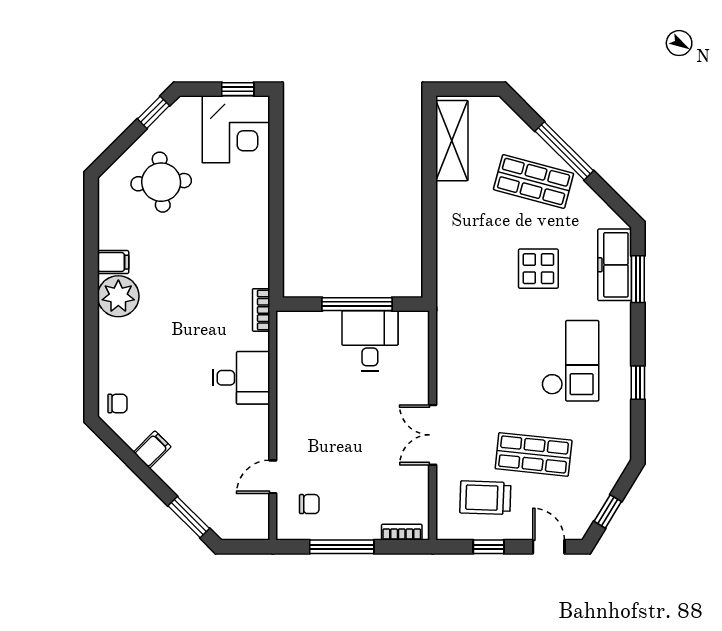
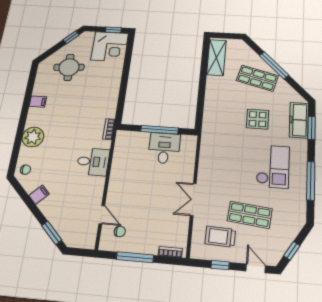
plant: (118, 296) -> (33, 137), moved
window: (638, 383) -> (311, 181), width x2.17
door: (273, 477) -> (102, 215), swing flipped

